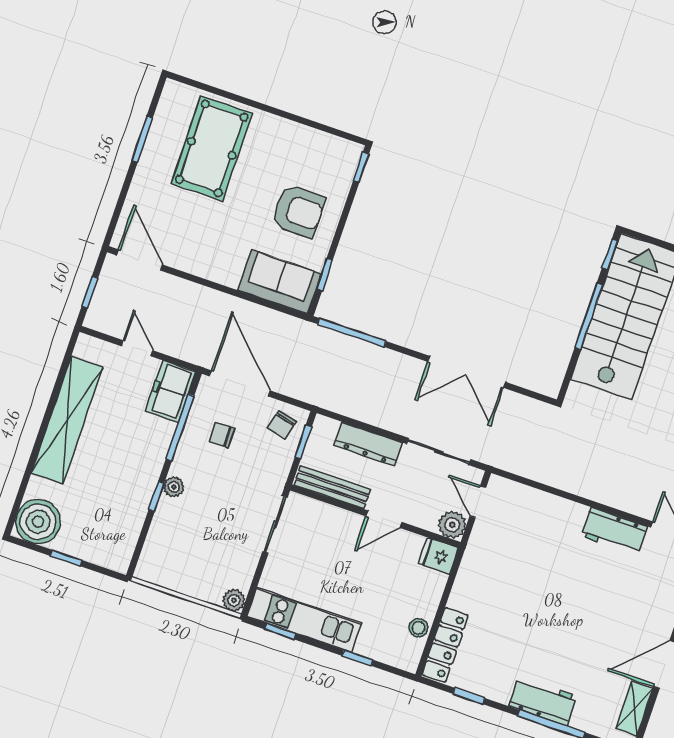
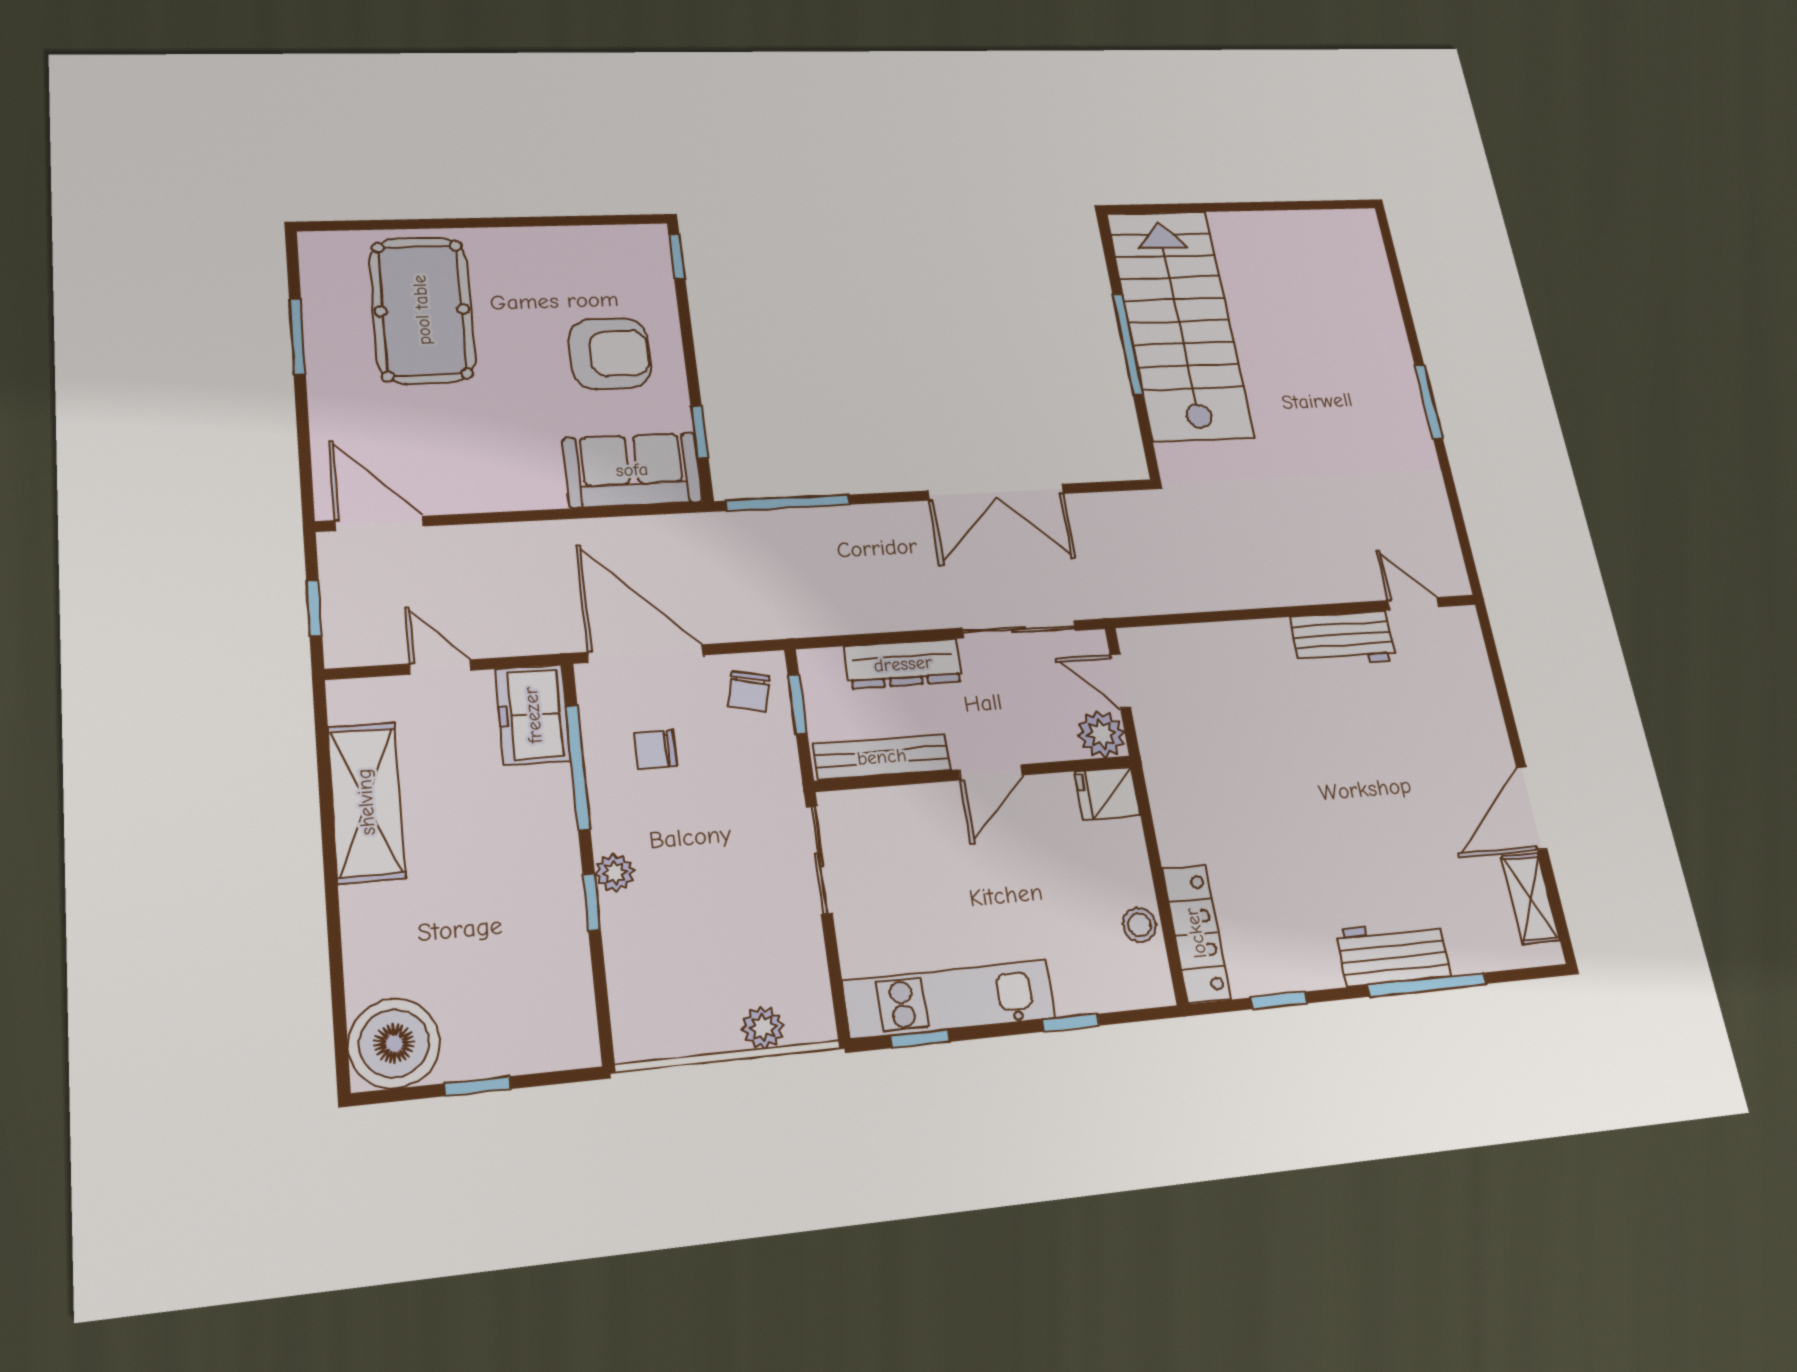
window: (610, 254) -> (1108, 248), removed
shelving: (67, 420) -> (366, 802), width x0.68
plant: (234, 600) -> (763, 1027), moved

